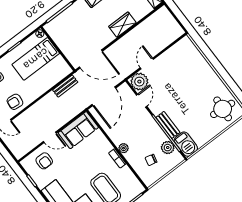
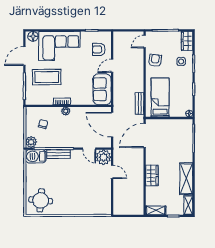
bed: (36, 59) -> (160, 97), moved
plant: (168, 148) -> (31, 142), moved

